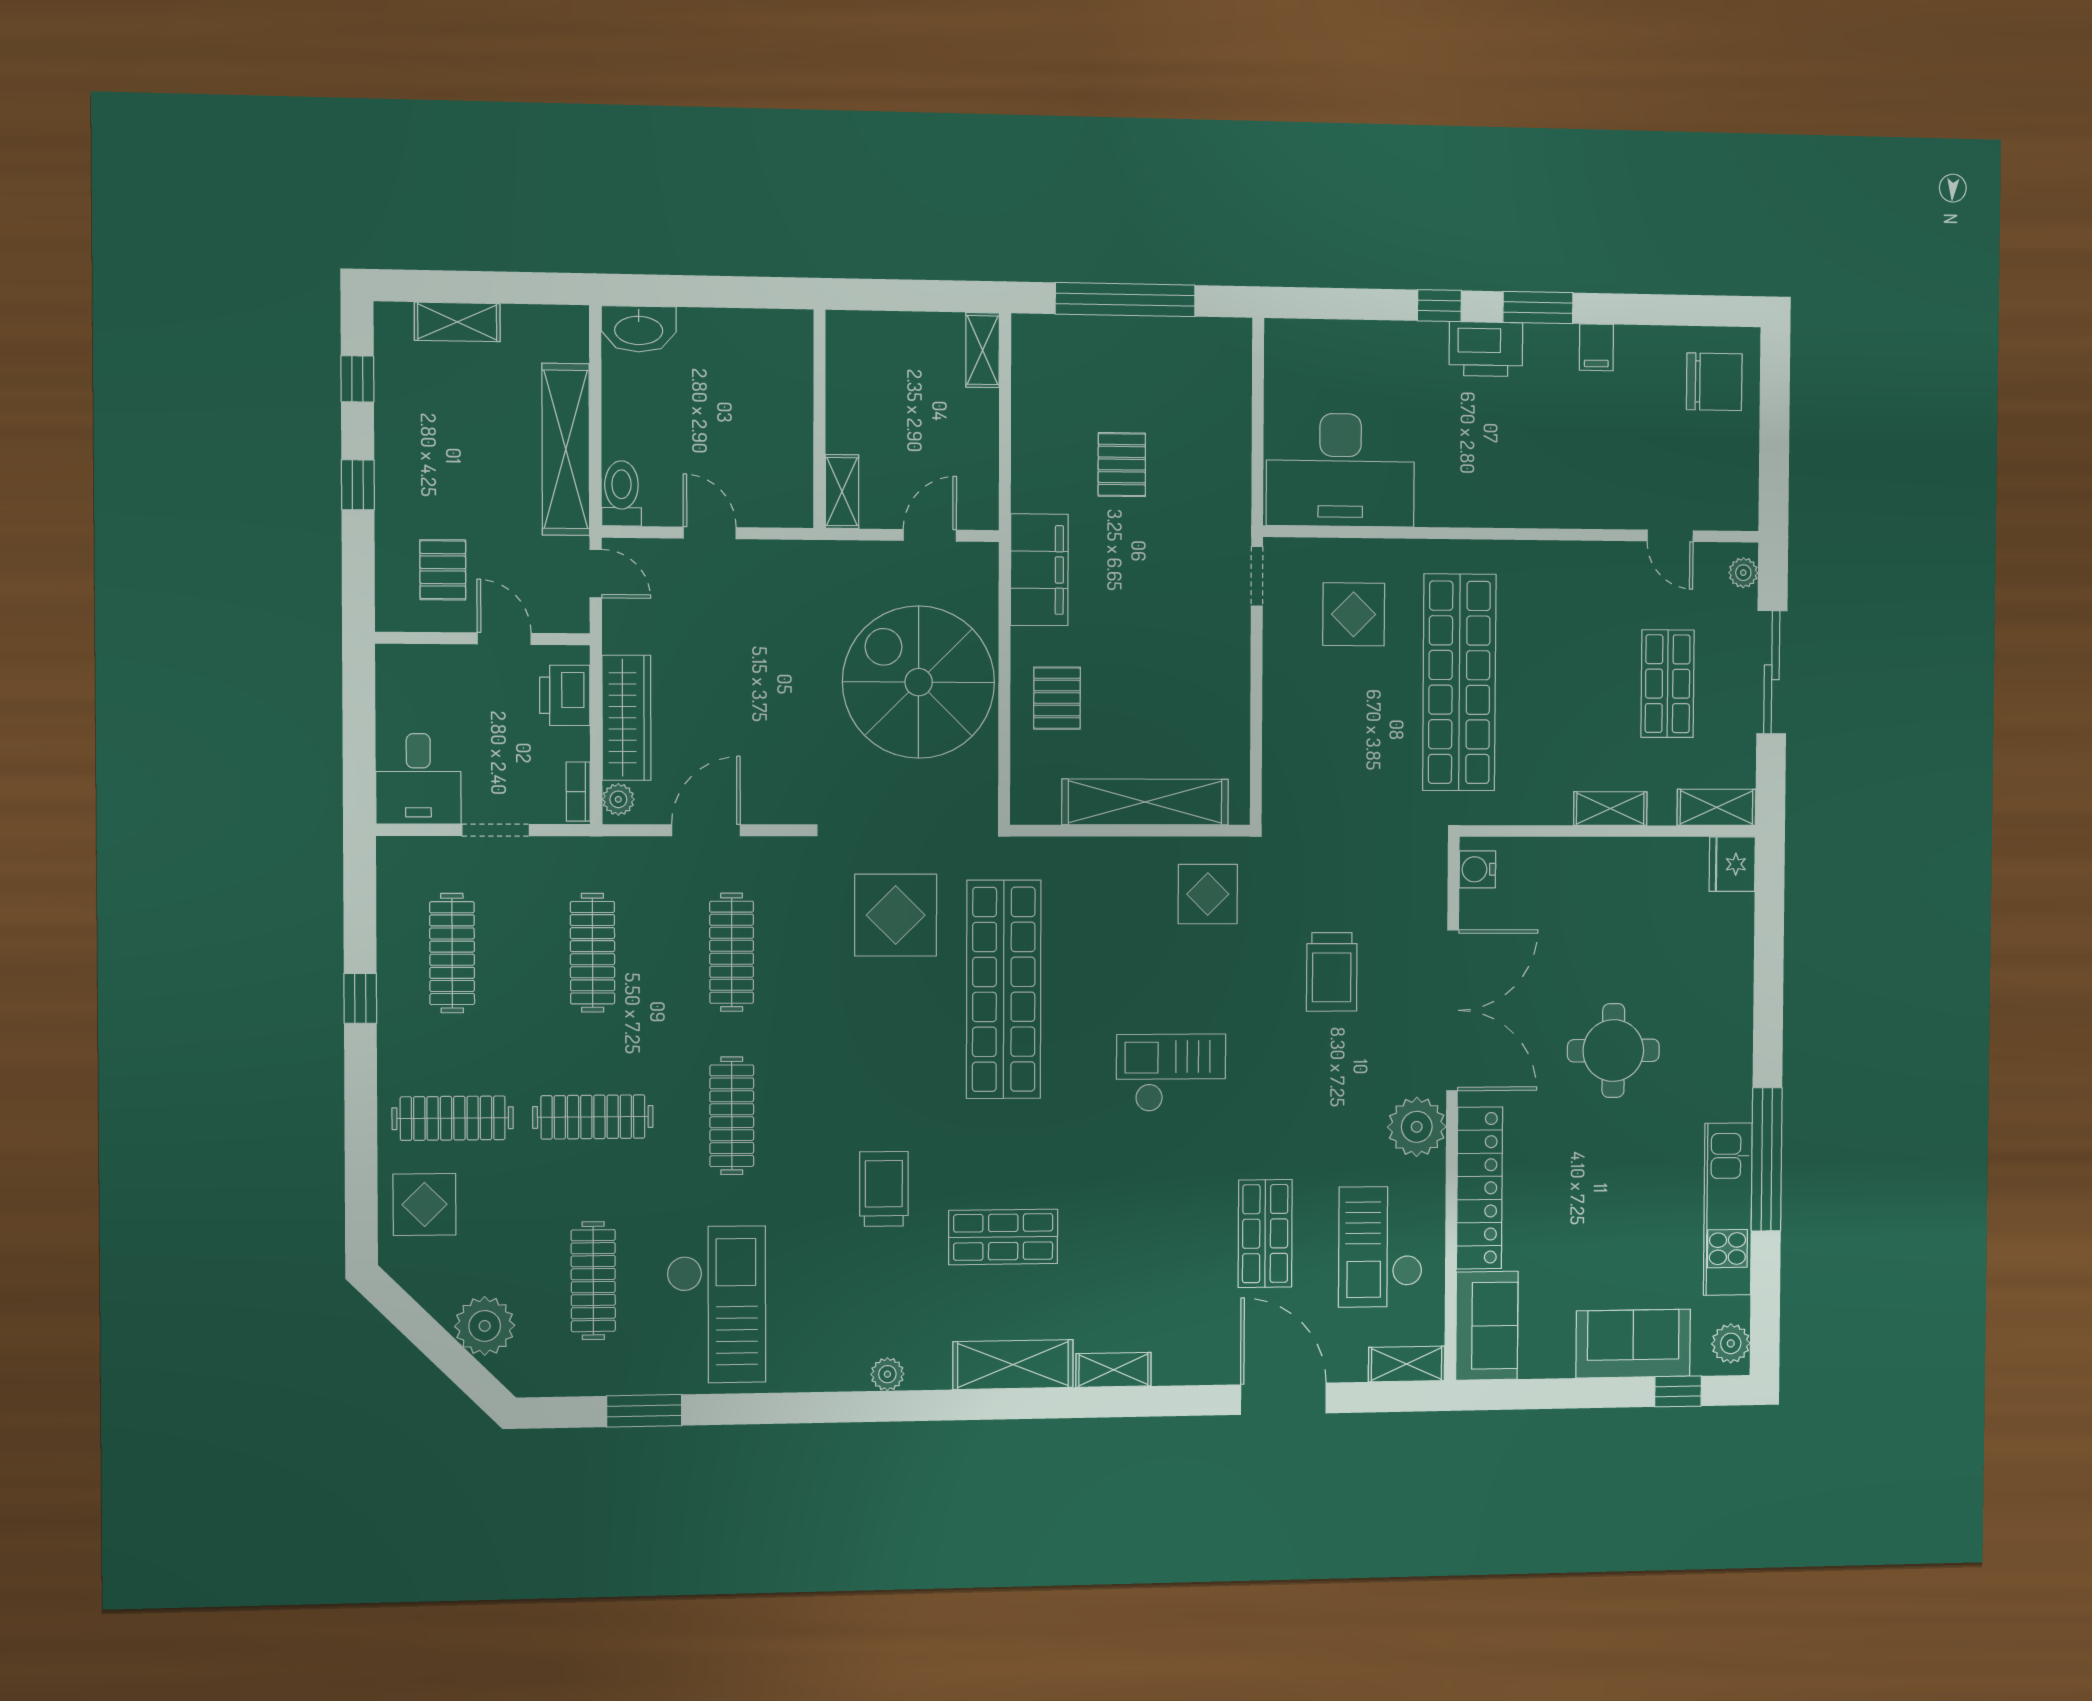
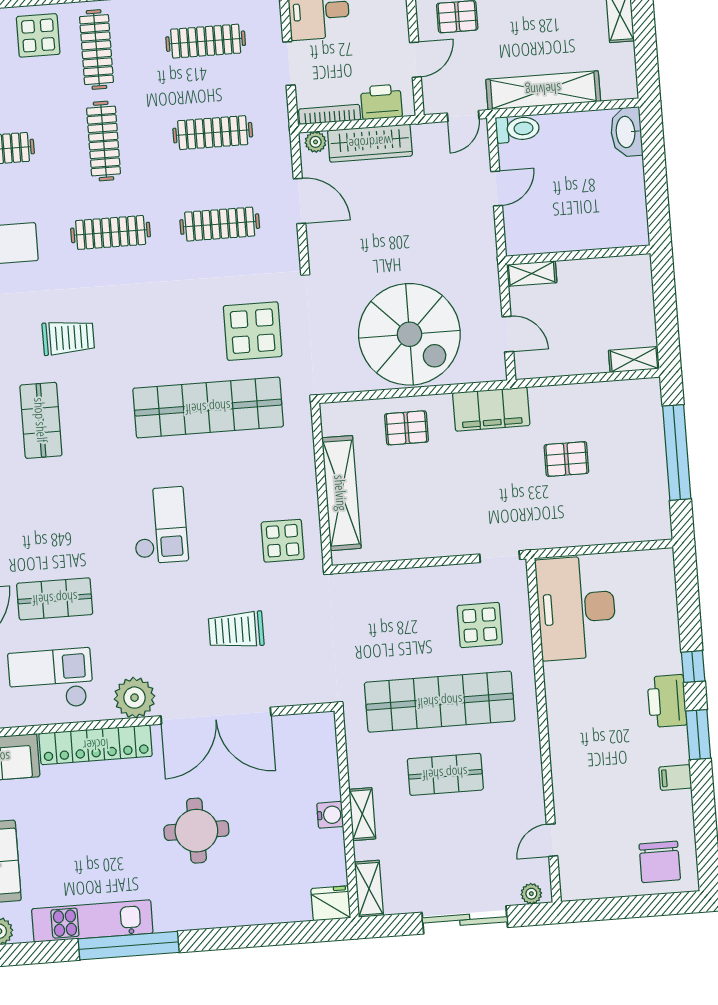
spiral stairs: (919, 682) -> (409, 334), turned 90
shop shelf: (1668, 684) -> (445, 774), moved
bookcase: (578, 792) -> (330, 114), width x1.56
water cooler: (1477, 869) -> (330, 815), moved, turned 90

